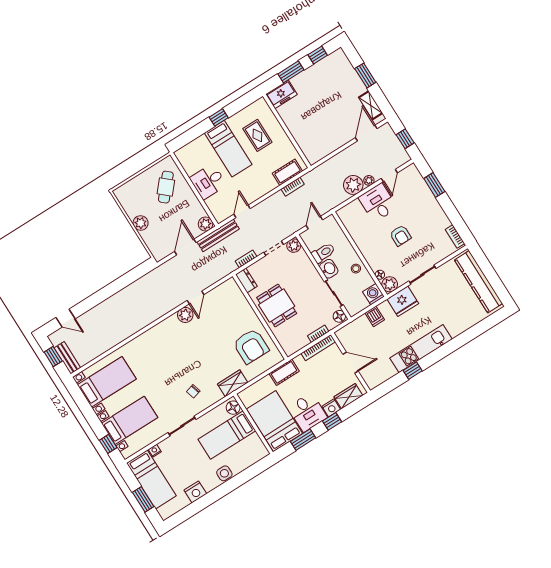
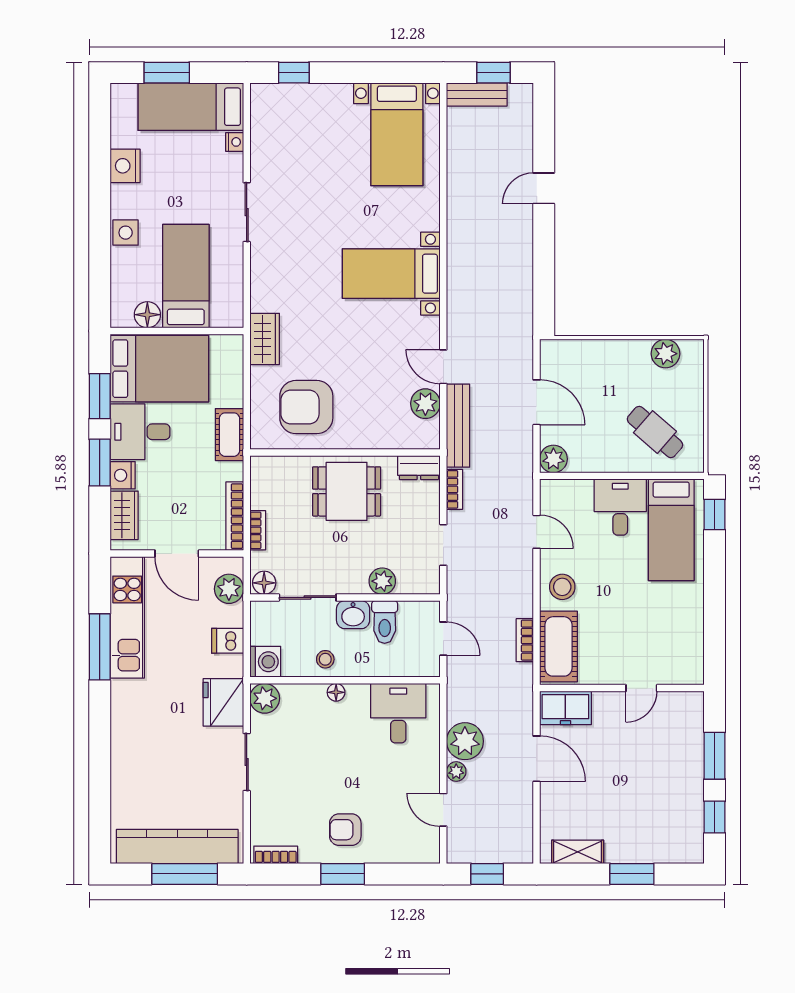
freezer: (281, 94) -> (565, 708), moved, turned -90
window: (219, 117) -> (715, 515), moved
door: (281, 122) -> (641, 688), added
door: (366, 133) -> (537, 759), moved
rug: (257, 135) -> (645, 635), removed
bed: (228, 149) -> (671, 530), moved, turned -90
cot: (287, 172) -> (558, 646), width x1.37, depth x1.34
stool: (259, 185) -> (562, 587), added
window: (434, 185) -> (343, 874), moved
desk: (378, 203) -> (398, 713), moved, turned -90
plant: (141, 223) -> (665, 354), moved
bench: (218, 235) -> (458, 426), moved
armchair: (400, 236) -> (345, 830), moved
plant: (294, 246) -> (382, 581), moved
window: (488, 271) -> (185, 874), added
floor lamp: (380, 275) -> (336, 692), moved
plant: (185, 315) -> (425, 404), moved
door: (66, 318) -> (544, 188), moved
plant: (352, 330) -> (229, 589), added
kitchen unit: (421, 349) -> (127, 617), moved
door: (351, 363) -> (177, 553), hinge flipped
window: (413, 371) -> (100, 647), width x2.17
chair: (193, 391) -> (292, 266), removed
floor lamp: (233, 408) -> (147, 315), moved
bed with nightstands: (130, 420) -> (391, 274), moved, turned 90
window: (332, 421) -> (100, 463), width x1.50

